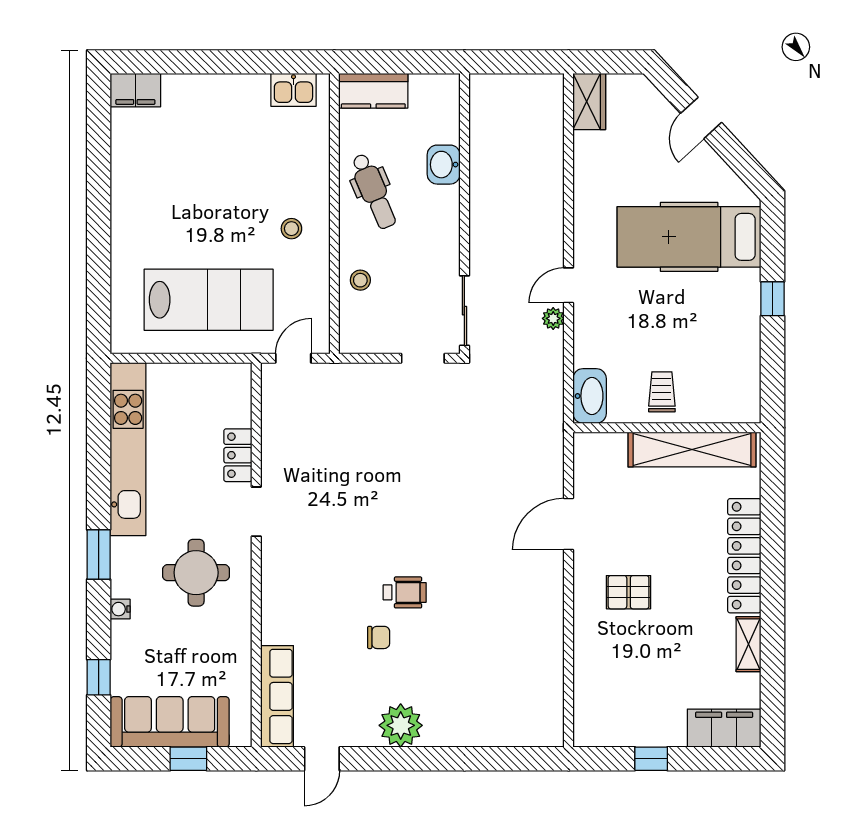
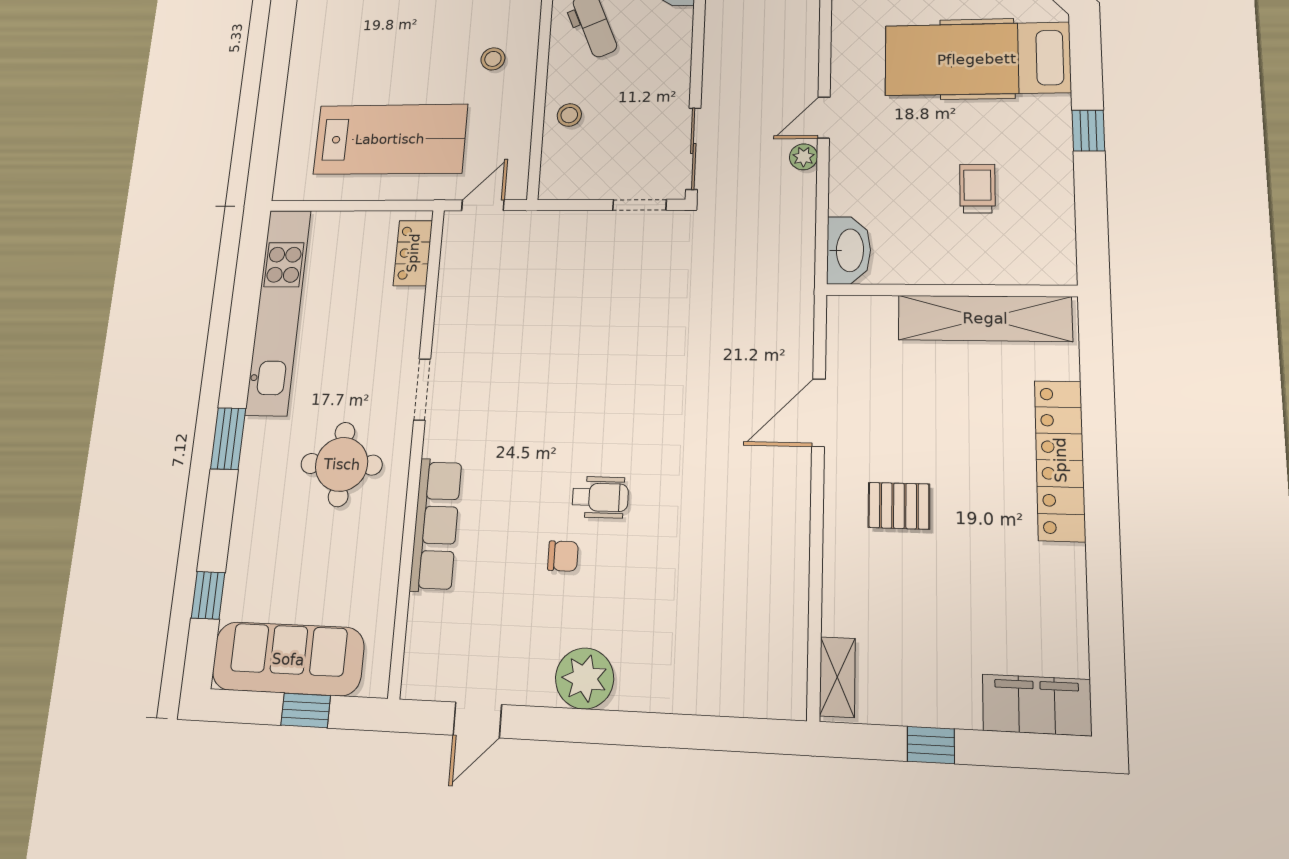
trolley: (662, 392) -> (977, 189), moved
locker: (238, 455) -> (413, 253), moved
water cooler: (120, 609) -> (245, 508), removed
shelving: (749, 644) -> (837, 677), moved
row of seats: (277, 696) -> (436, 525), moved

